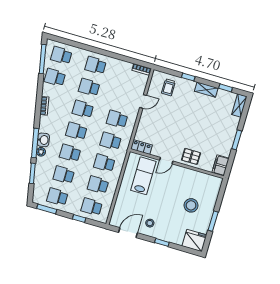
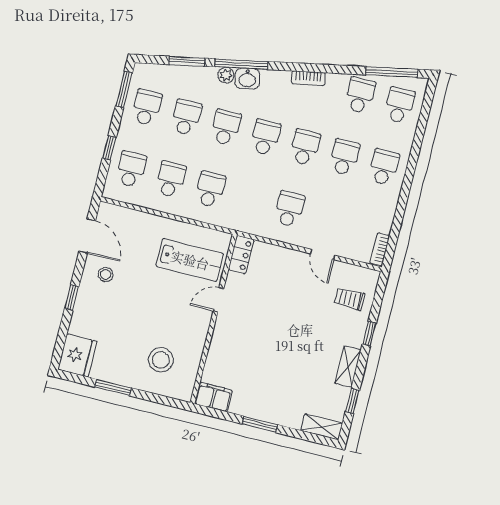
school desk: (111, 141) -> (250, 199), removed
pallet: (191, 156) -> (227, 344), removed
door: (166, 161) -> (218, 300), hinge flipped
stool: (191, 205) -> (161, 360), moved

